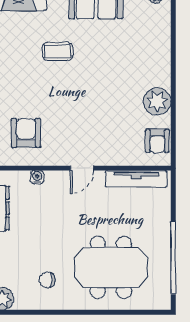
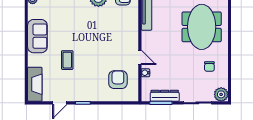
armchair: (26, 133) -> (118, 80), turned 90
door: (82, 168) -> (140, 57), moved

